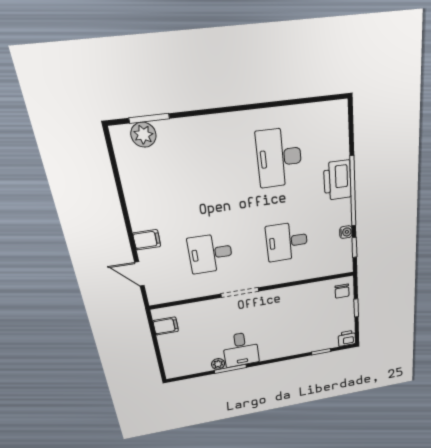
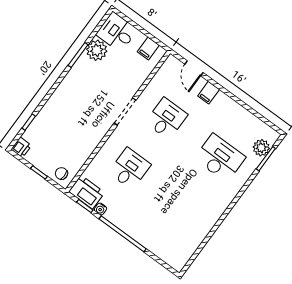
desk: (279, 158) -> (220, 158), moved
printer: (337, 180) -> (87, 192), moved
door: (139, 274) -> (194, 68), swing flipped
desk: (241, 349) -> (117, 32), moved
plant: (218, 364) -> (97, 50), width x1.88, depth x1.88

